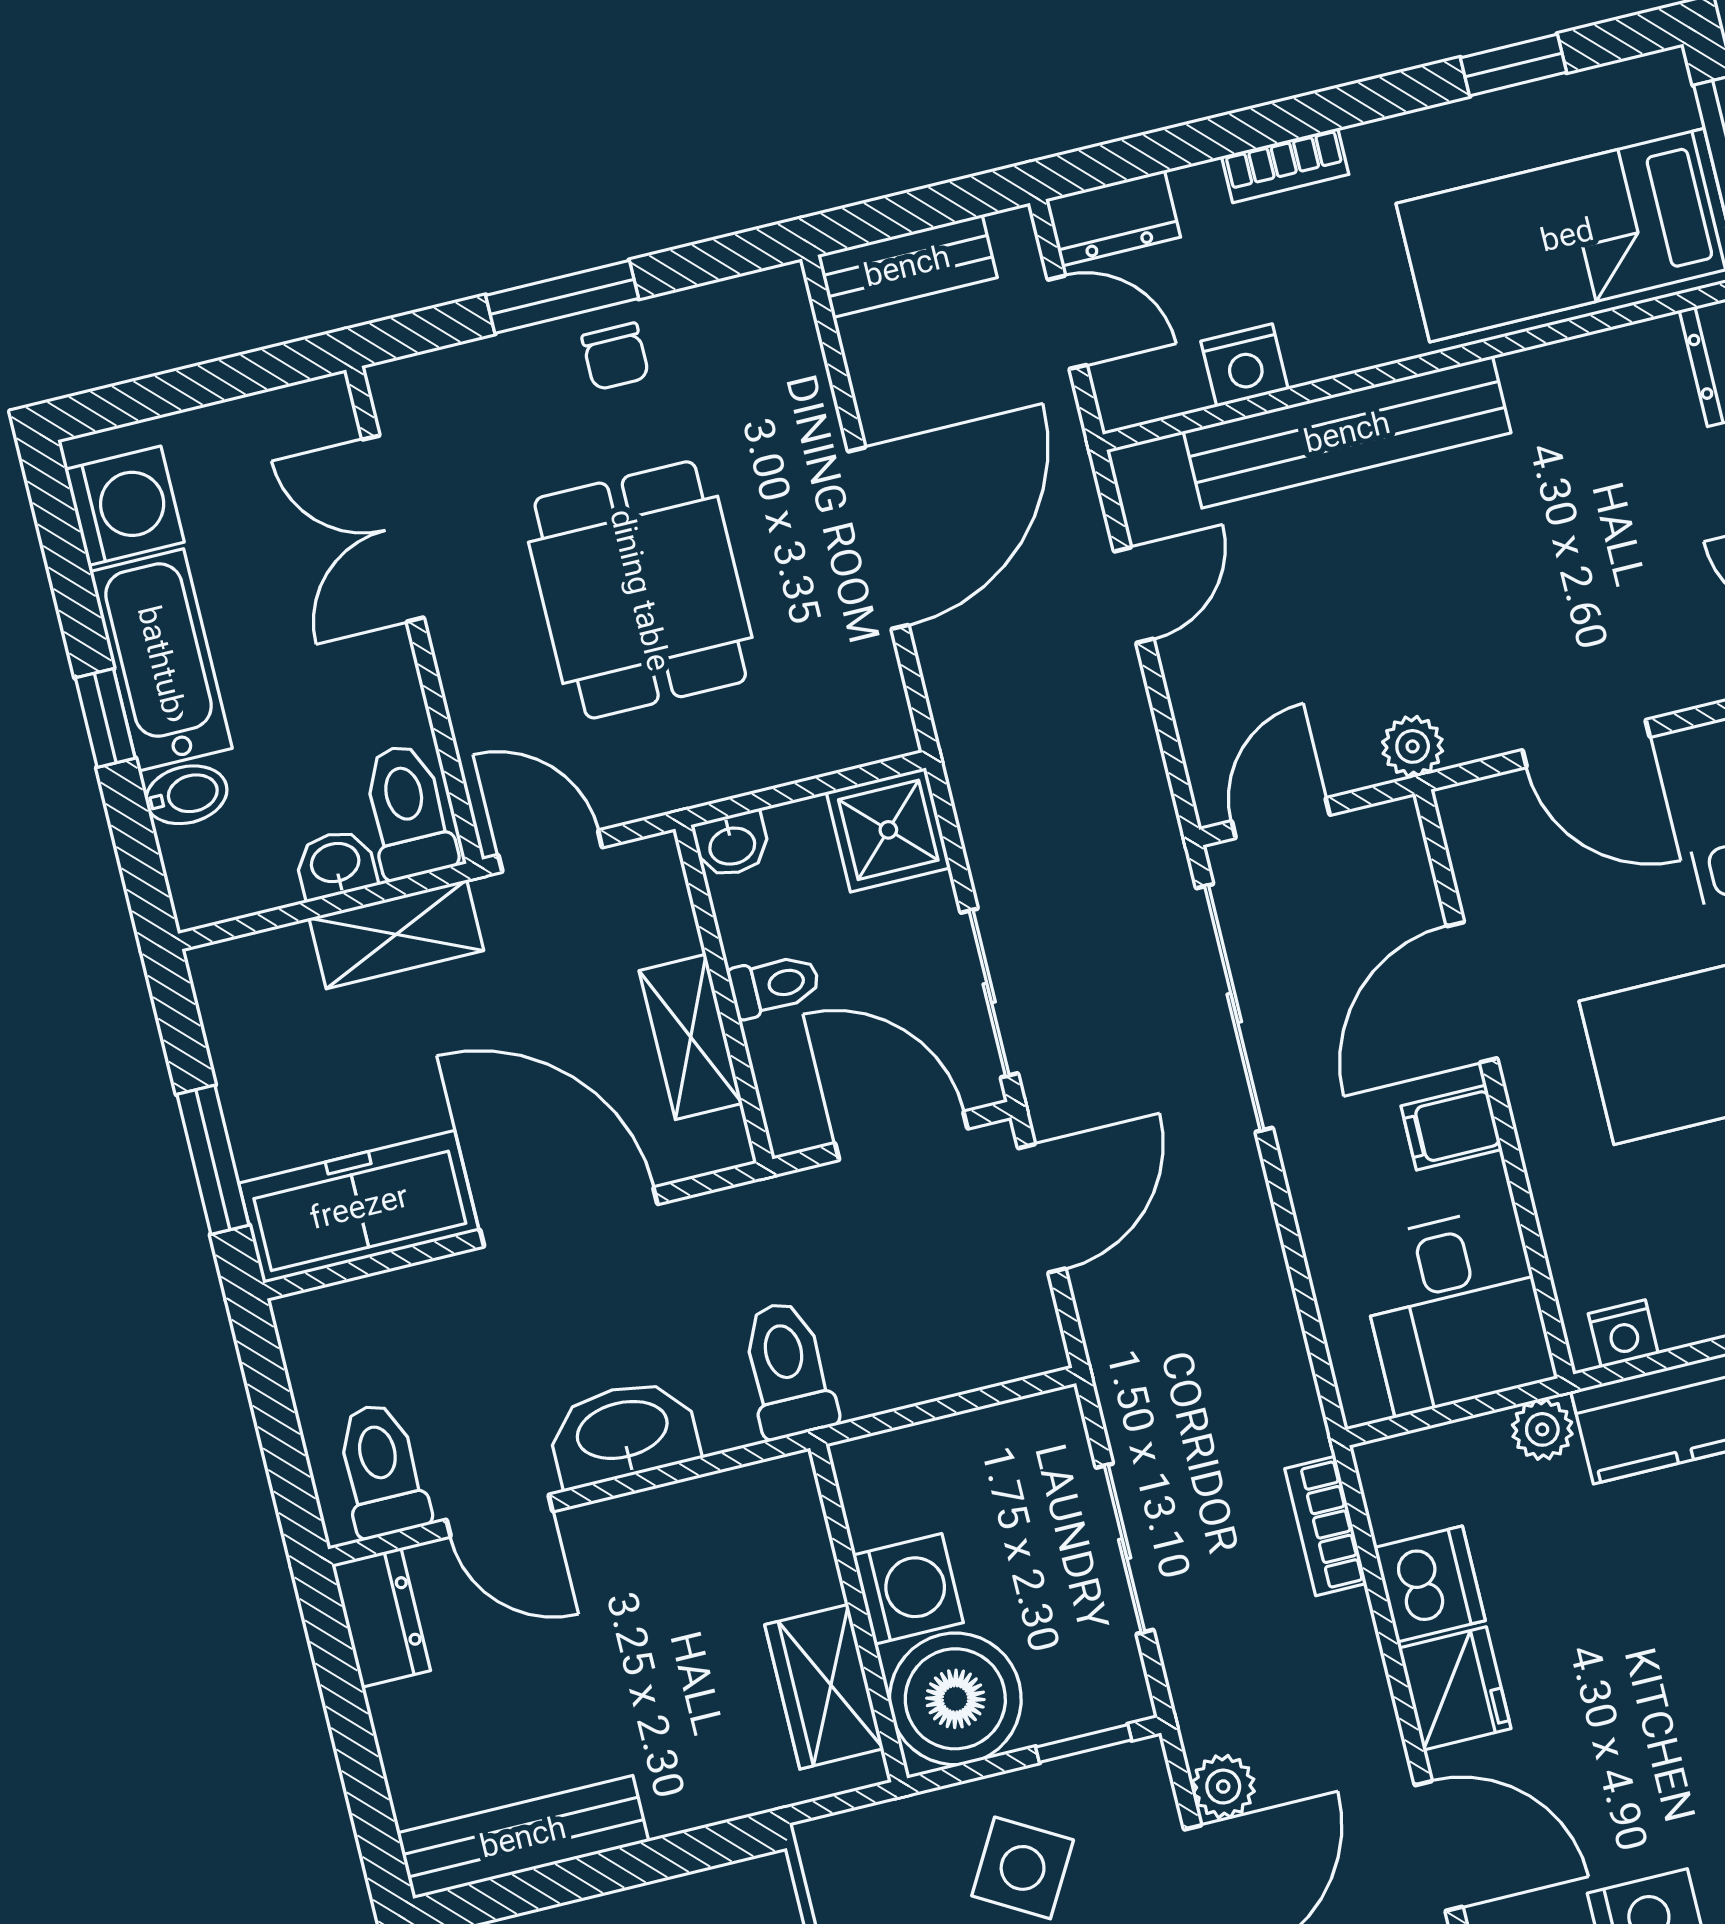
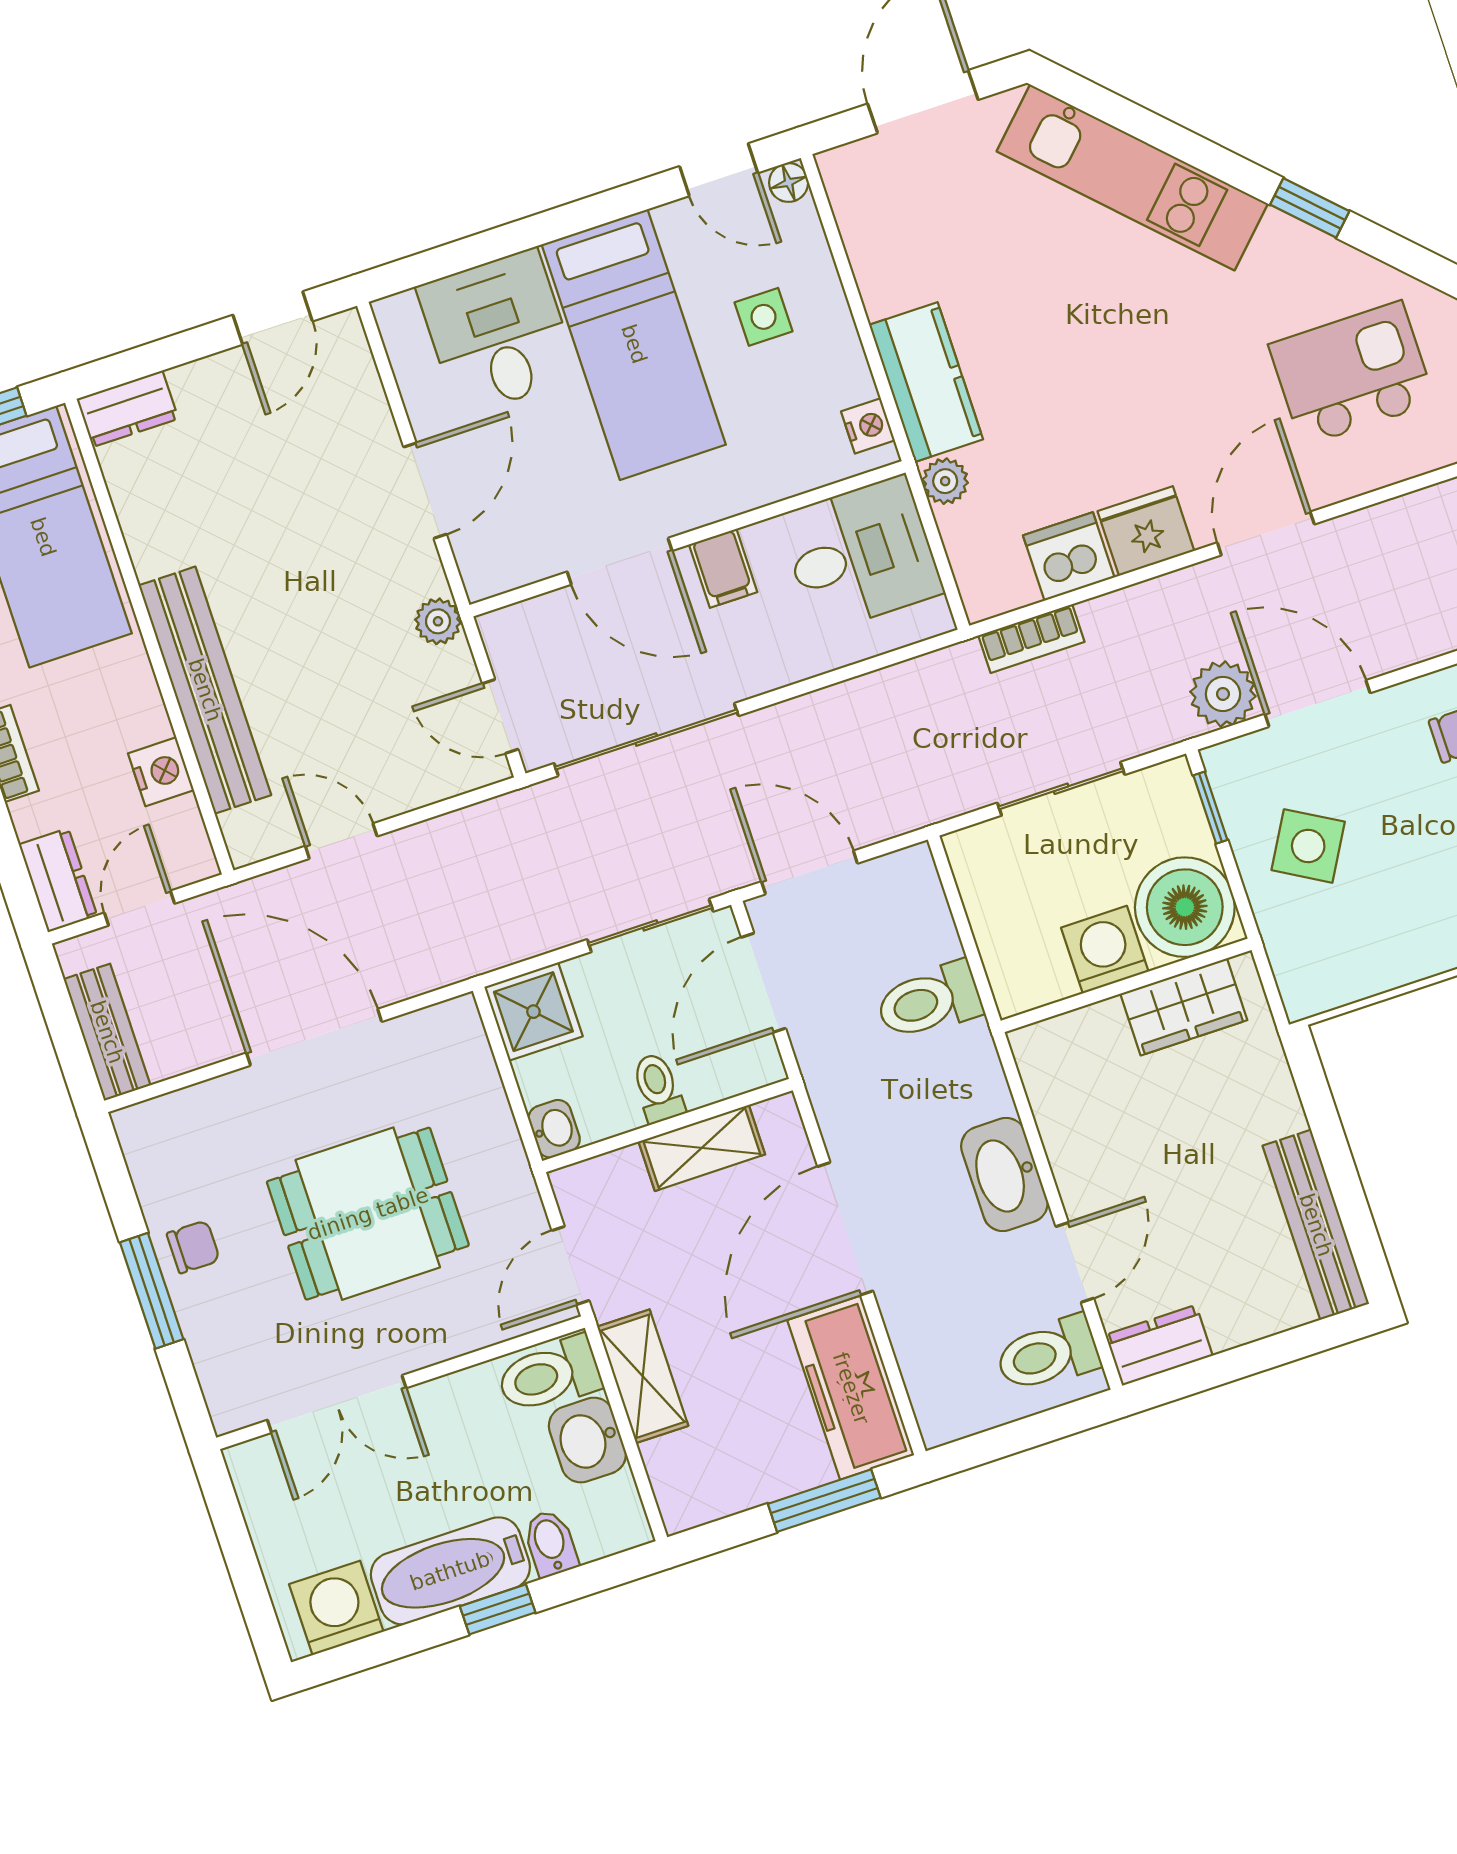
washbasin: (336, 864) -> (587, 1440), width x1.38, depth x1.45
toilet: (788, 1370) -> (929, 1001), moved
plant: (1223, 1787) -> (1223, 694), width x1.38, depth x1.38

